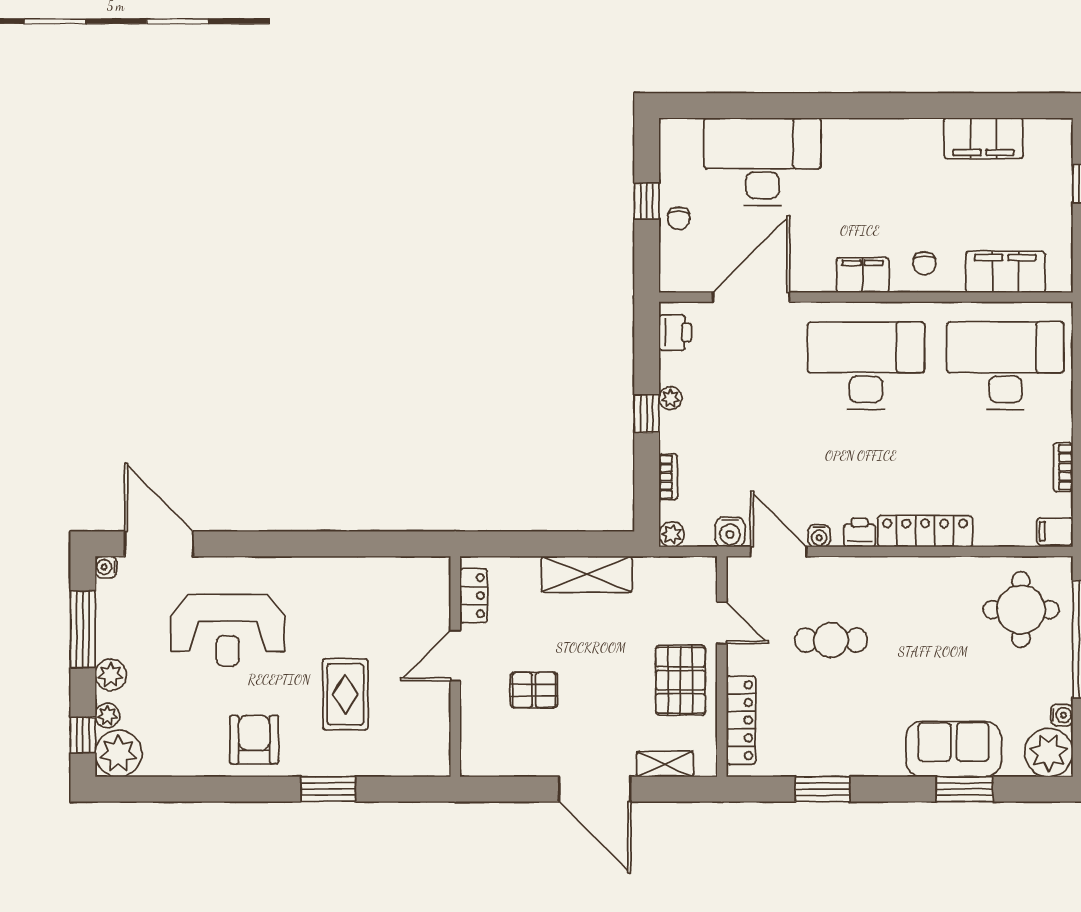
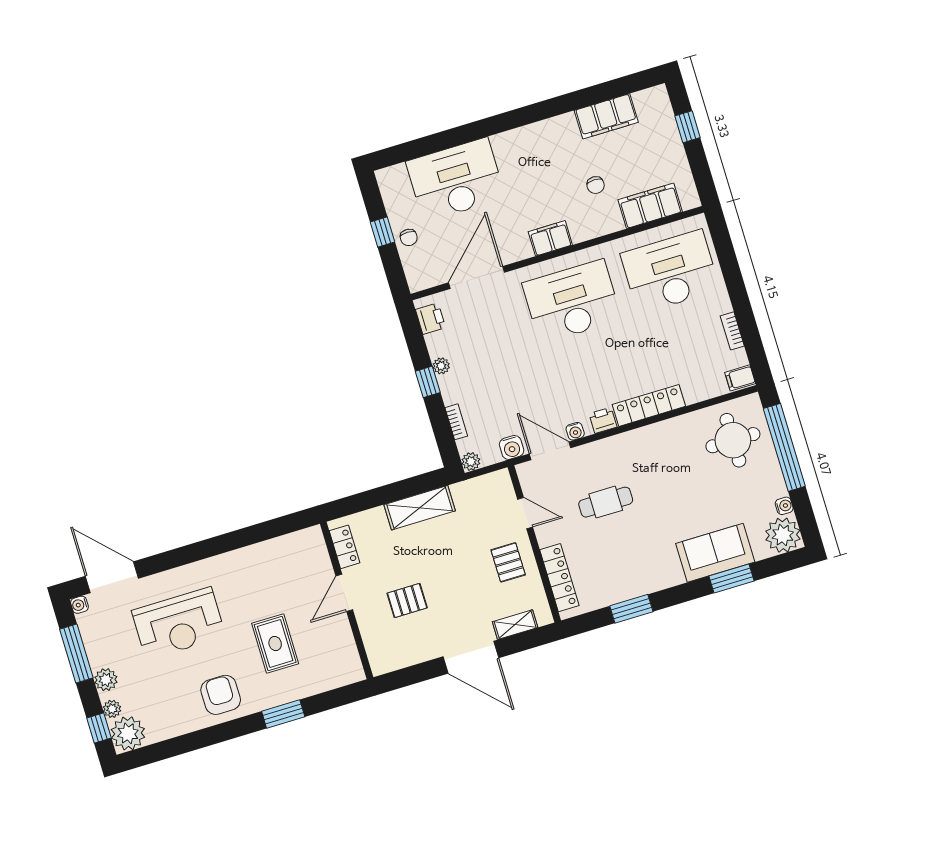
chair: (924, 263) -> (596, 185), moved
pallet: (680, 680) -> (508, 562), width x0.67, depth x0.71

